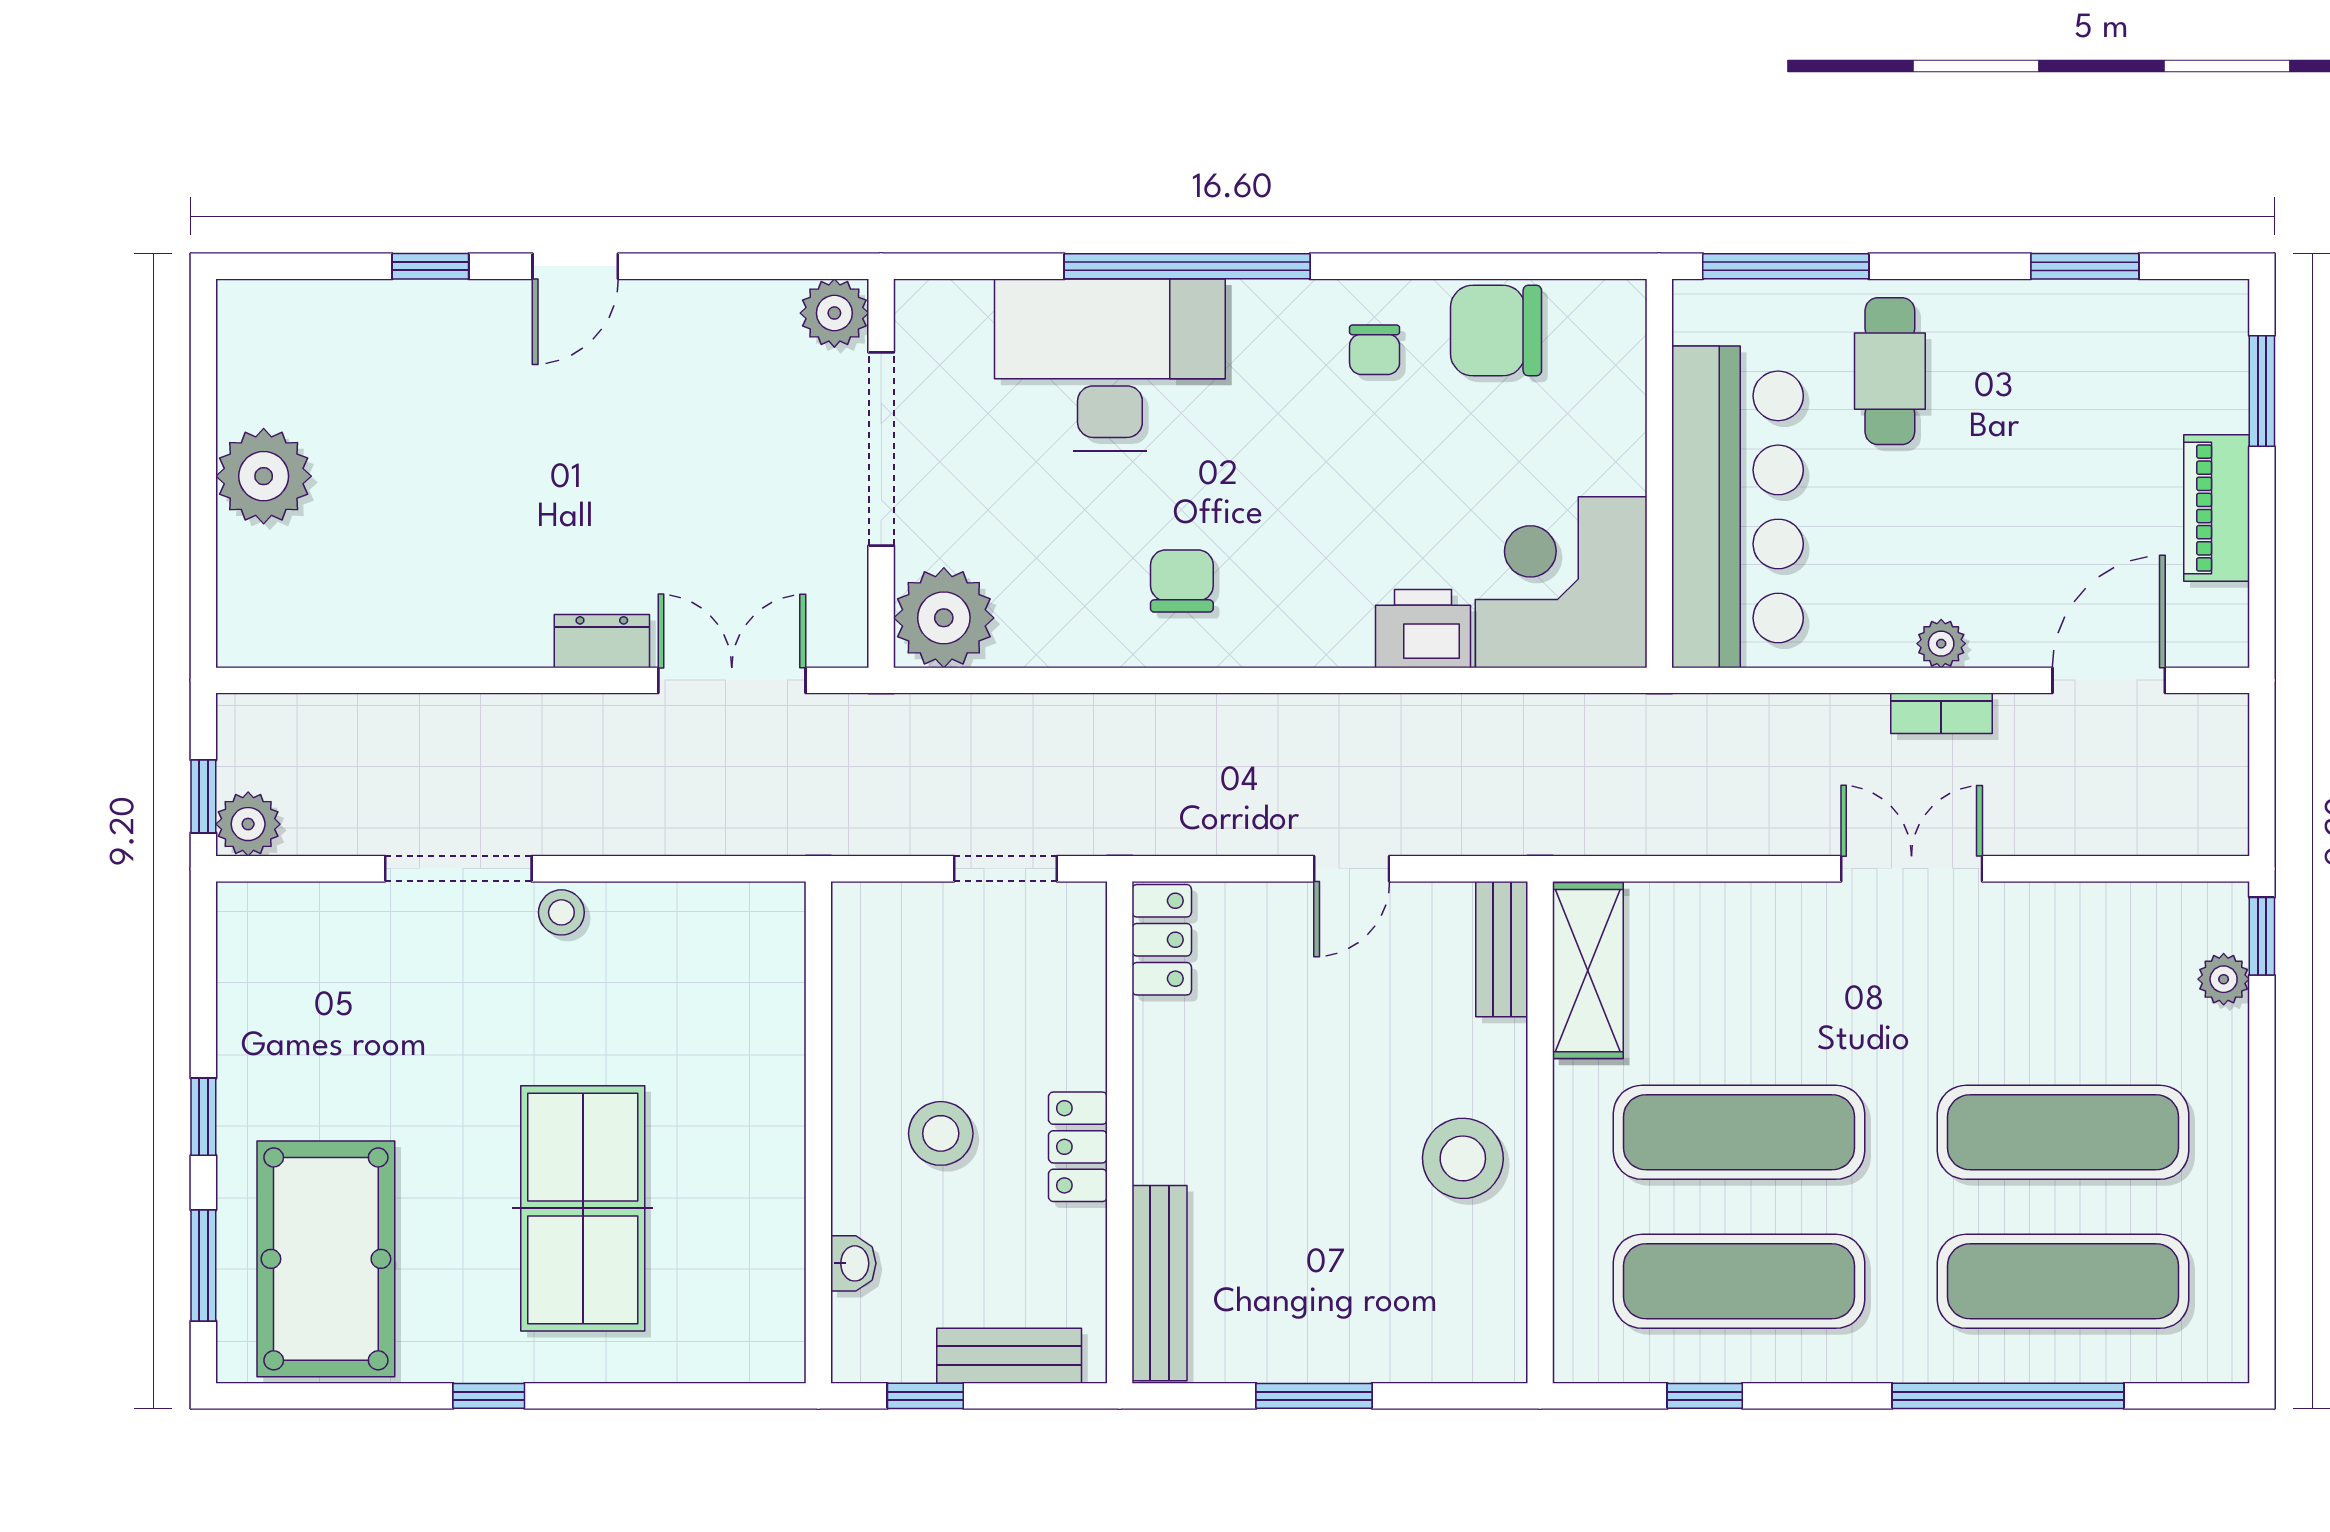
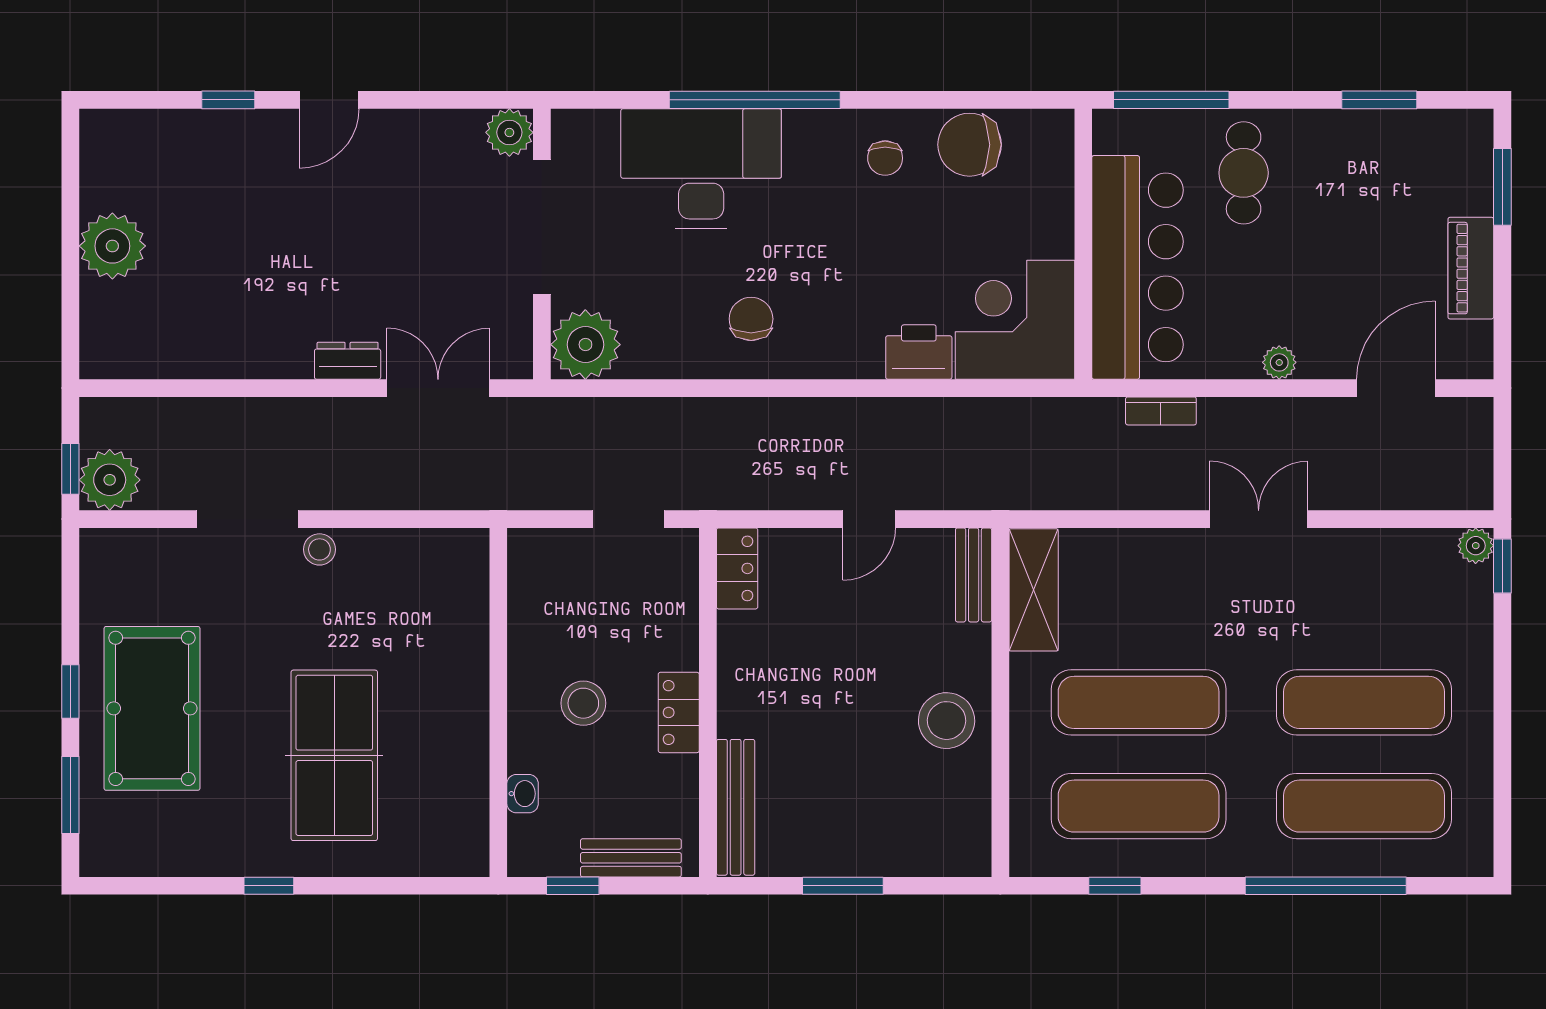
bookcase: (1941, 713) -> (1161, 411), moved
plant: (248, 824) -> (110, 480), width x1.36, depth x1.36
plant: (2224, 979) -> (1476, 546), moved
pool table: (326, 1259) -> (152, 708), moved

